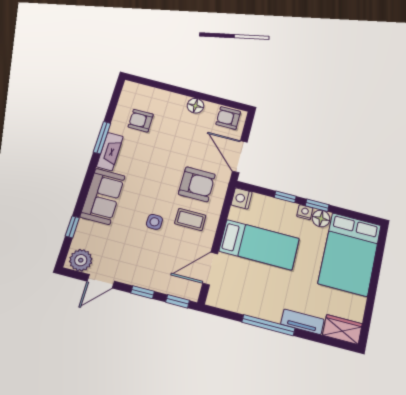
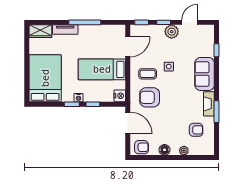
plant: (168, 97) -> (184, 151), added
floor lamp: (321, 218) -> (68, 96), removed
plant: (81, 260) -> (172, 32), moved

